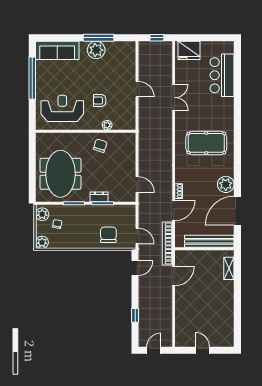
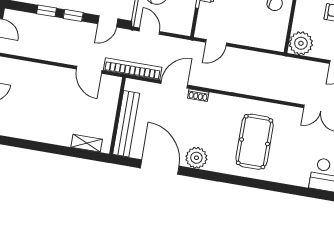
plant: (107, 125) -> (301, 43), moved, width x1.87, depth x1.87
door: (174, 210) -> (174, 84), swing flipped
door: (137, 236) -> (149, 31), swing flipped
door: (135, 268) -> (108, 21), hinge flipped
window: (135, 295) -> (73, 15), added

